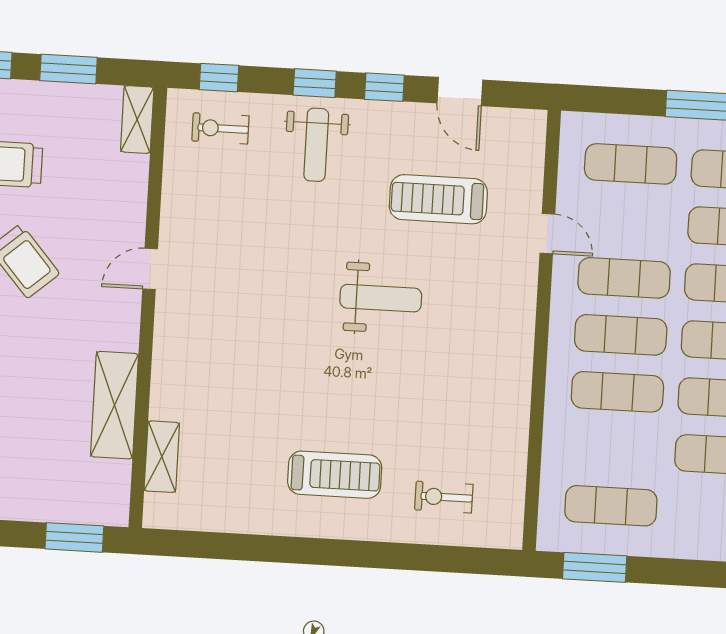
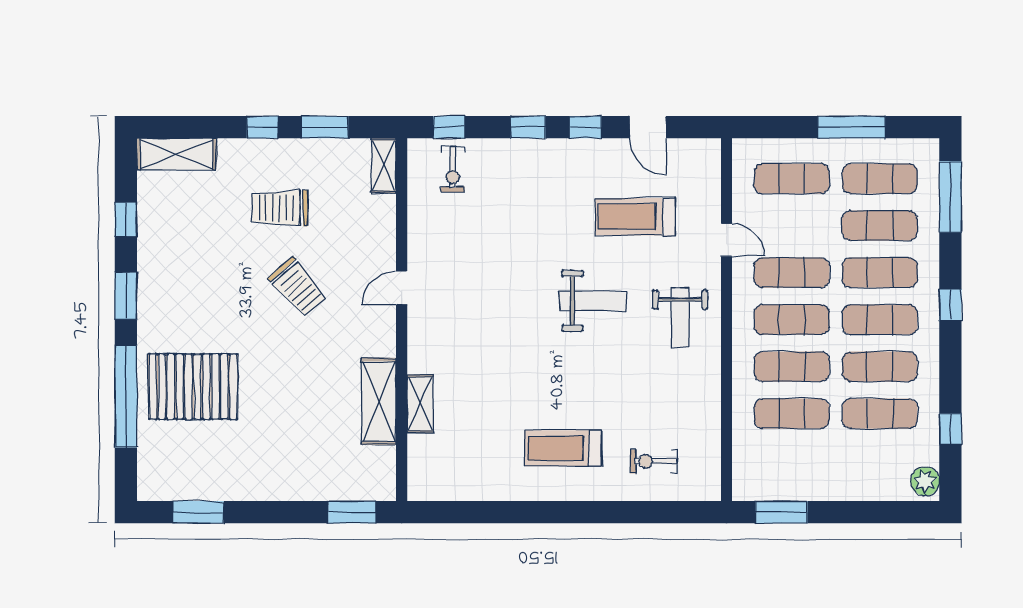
exercise bike: (220, 128) -> (453, 169), turned -90
weight bench: (316, 145) -> (680, 318), moved
shelving: (162, 457) -> (420, 404), moved
treadmill: (335, 475) -> (563, 448), turned 180
exercise mat: (611, 506) -> (792, 414), moved

